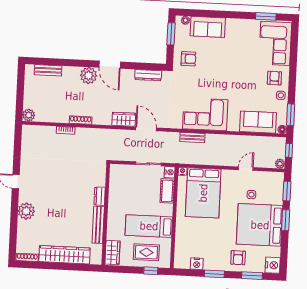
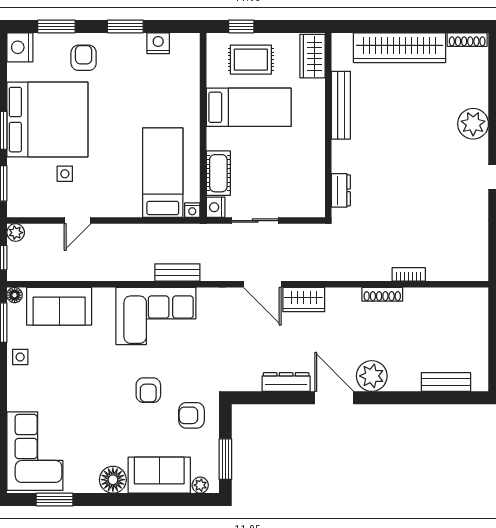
floor lamp: (233, 26) -> (113, 480), added
dresser: (148, 75) -> (286, 382), moved
armchair: (274, 78) -> (148, 390), moved
plant: (29, 115) -> (477, 299), removed
bed: (203, 193) -> (163, 173), width x0.67
dresser: (100, 196) -> (341, 190), moved

